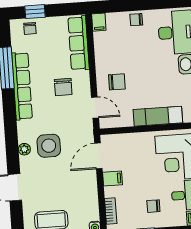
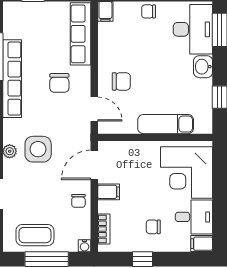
chair: (30, 28) -> (78, 201), moved

